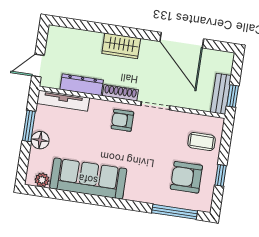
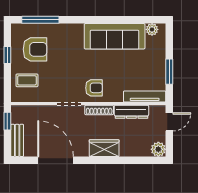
plant: (56, 35) -> (158, 149), added
bench: (221, 94) -> (17, 140), moved
floor lamp: (40, 140) -> (158, 62), removed

